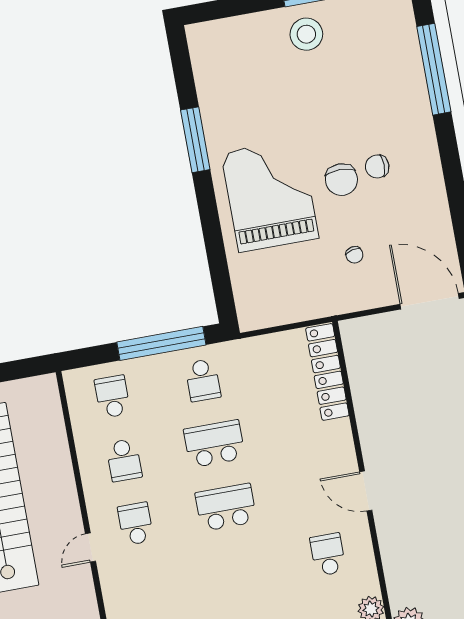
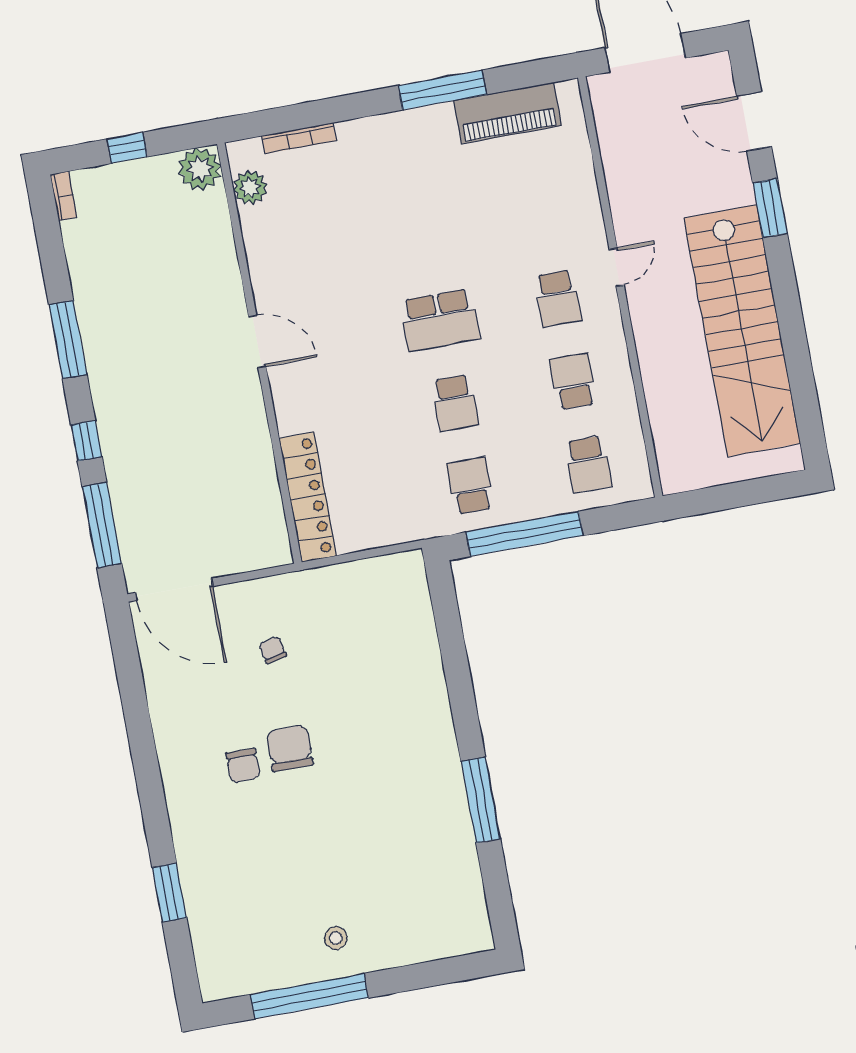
stool: (306, 34) -> (336, 938), width x0.53, depth x0.53
window: (434, 69) -> (169, 893), width x0.47
chair: (377, 166) -> (243, 765), turned 90
grand piano: (270, 195) -> (383, 727), removed
school desk: (214, 444) -> (455, 403), width x0.54
school desk: (328, 554) -> (307, 259), removed

